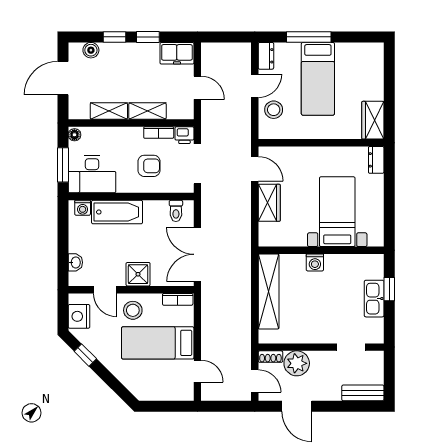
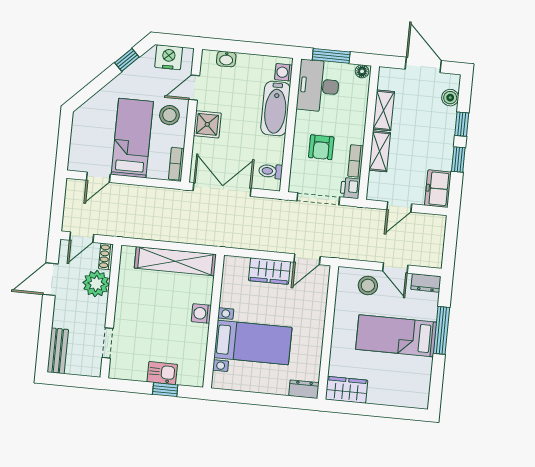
kitchen sink: (374, 299) -> (162, 373), width x0.73

